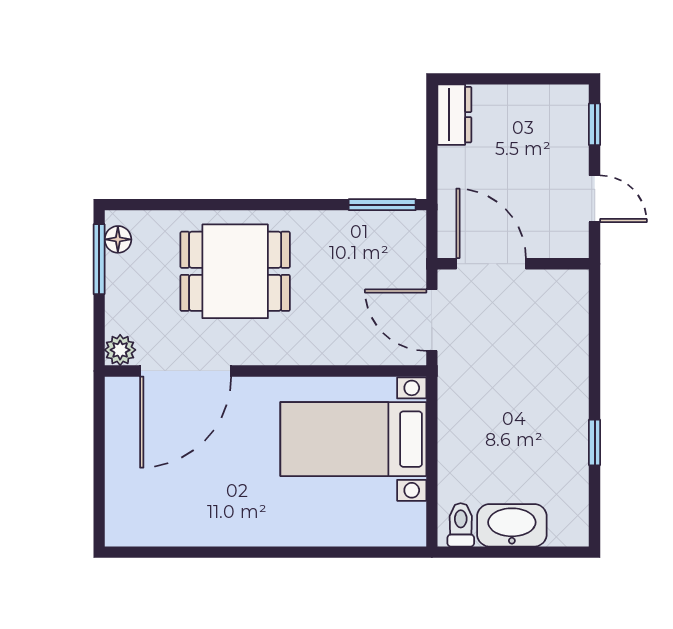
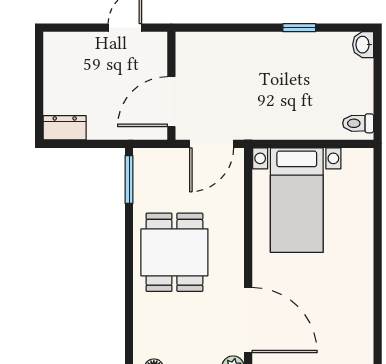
window: (595, 124) -> (72, 28), removed
dining table: (235, 271) -> (174, 252), moved
washbasin: (512, 525) -> (363, 45), moved, width x0.52, depth x0.69

